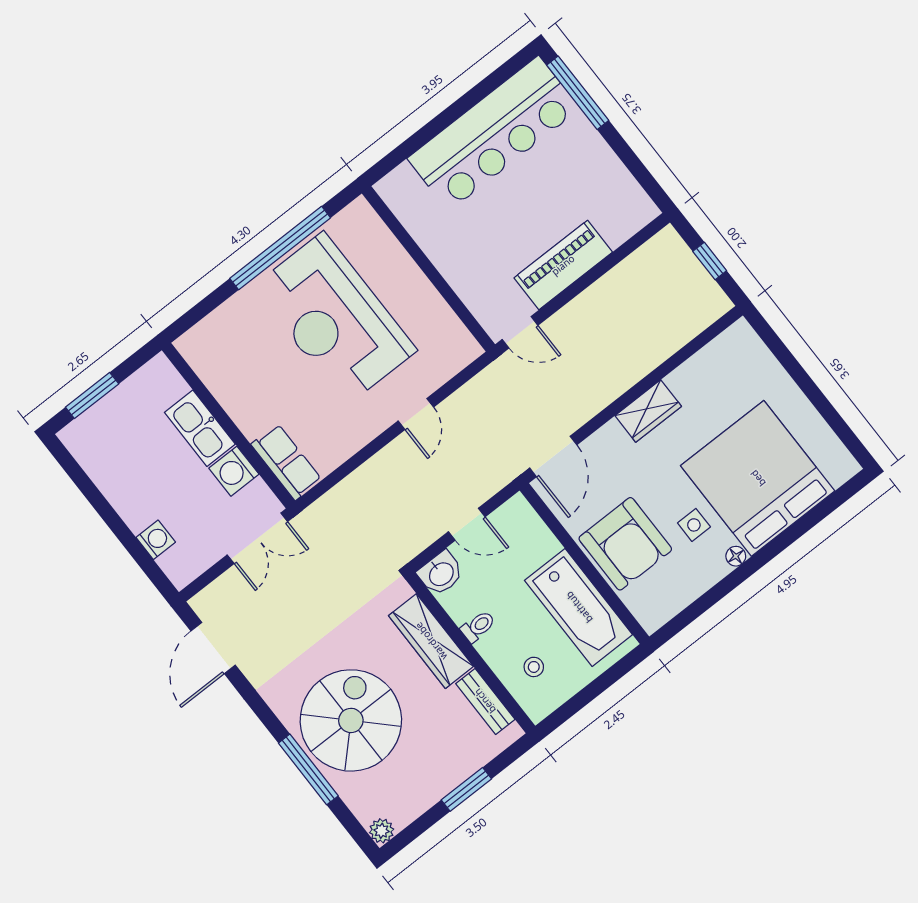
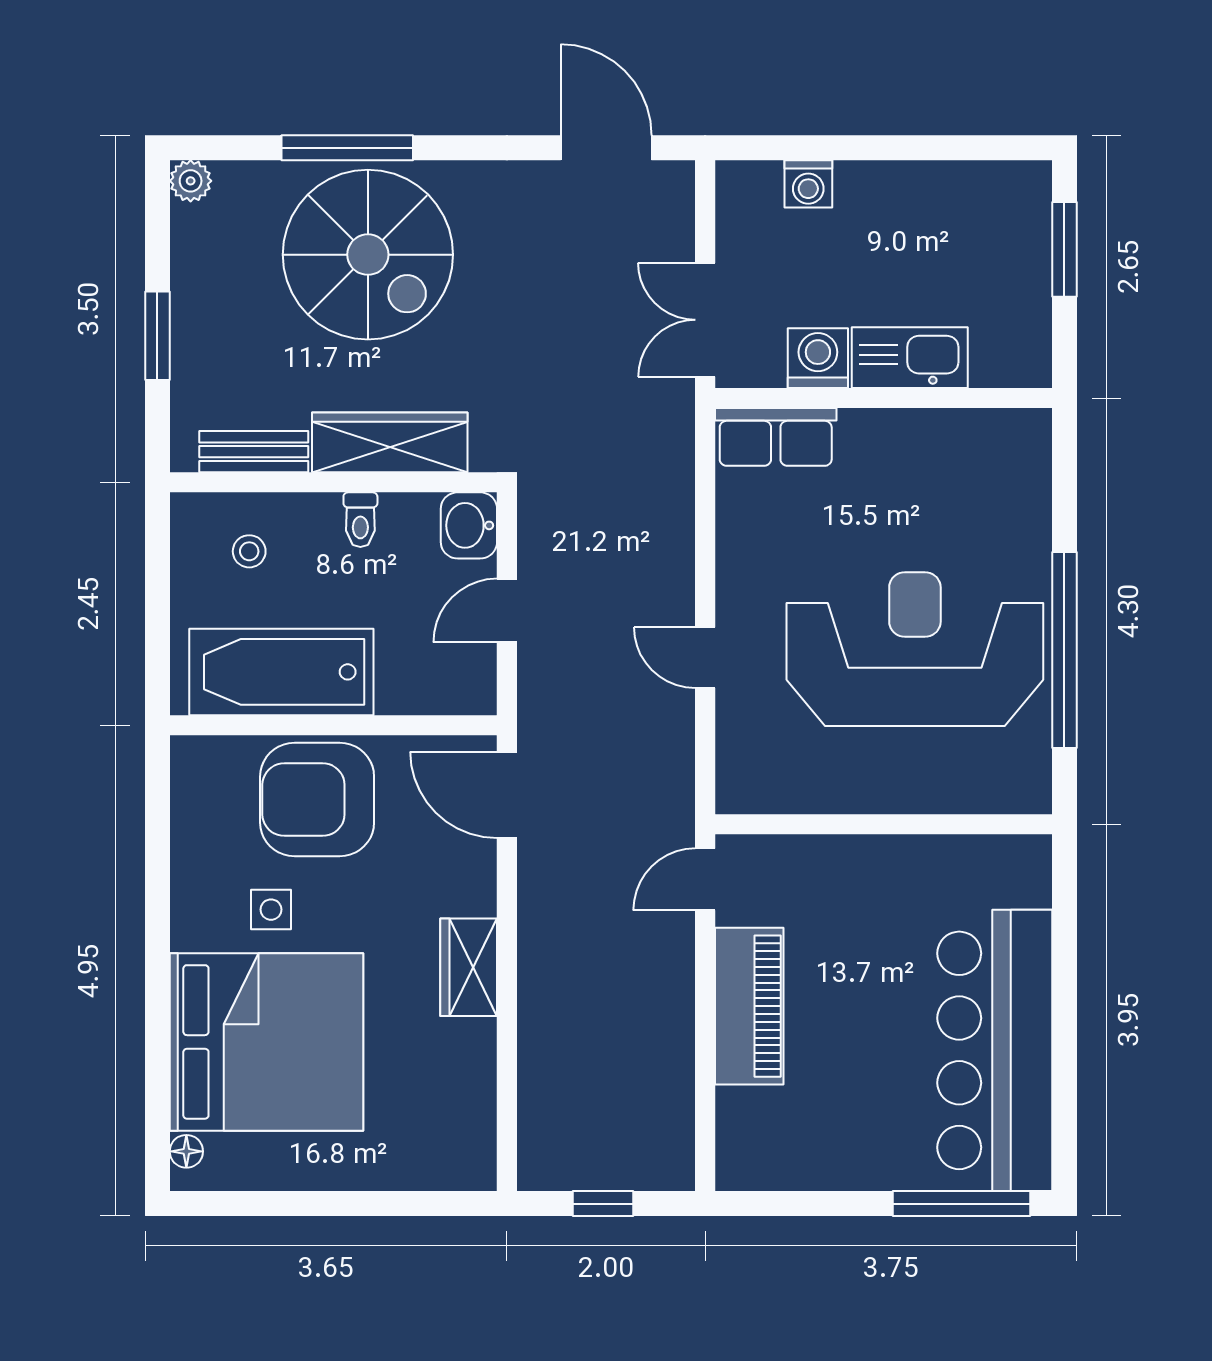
floor lamp: (736, 556) -> (186, 1151), moved

